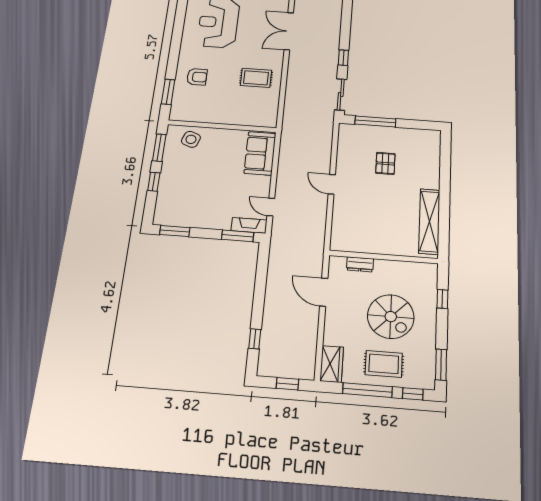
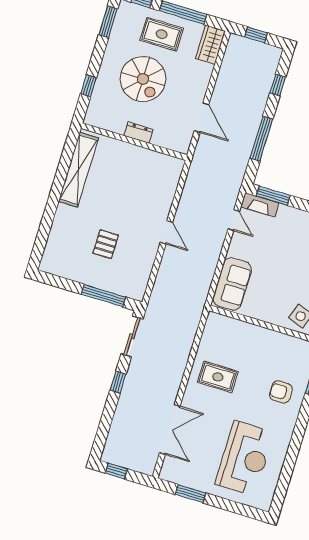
dresser: (360, 264) -> (138, 133), moved
window: (260, 285) -> (261, 139), added
spiral stairs: (391, 317) -> (143, 79), turned 180

